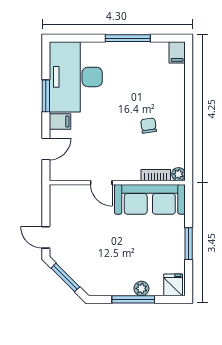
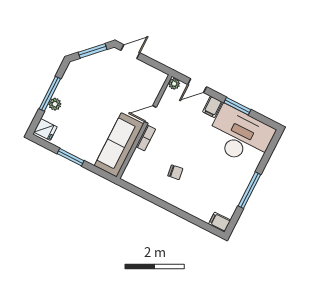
door: (46, 149) -> (197, 86), hinge flipped
plant: (179, 174) -> (174, 84), moved
bookcase: (156, 175) -> (146, 138), moved

